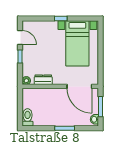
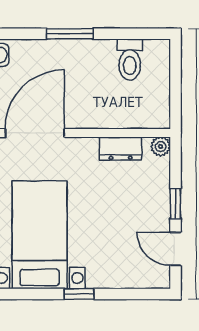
door: (79, 86) -> (35, 133), hinge flipped
toilet: (28, 117) -> (130, 60), moved

